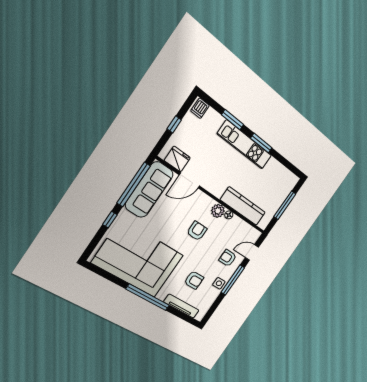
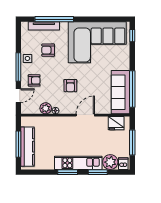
plant: (212, 121) -> (110, 162), added
window: (174, 124) -> (132, 143), width x2.17
door: (189, 180) -> (85, 115), moved
kitchen counter: (243, 206) -> (28, 147), moved, turned -90
plant: (218, 211) -> (46, 108), moved
window: (110, 220) -> (132, 36), moved
window: (148, 297) -> (54, 19), moved

